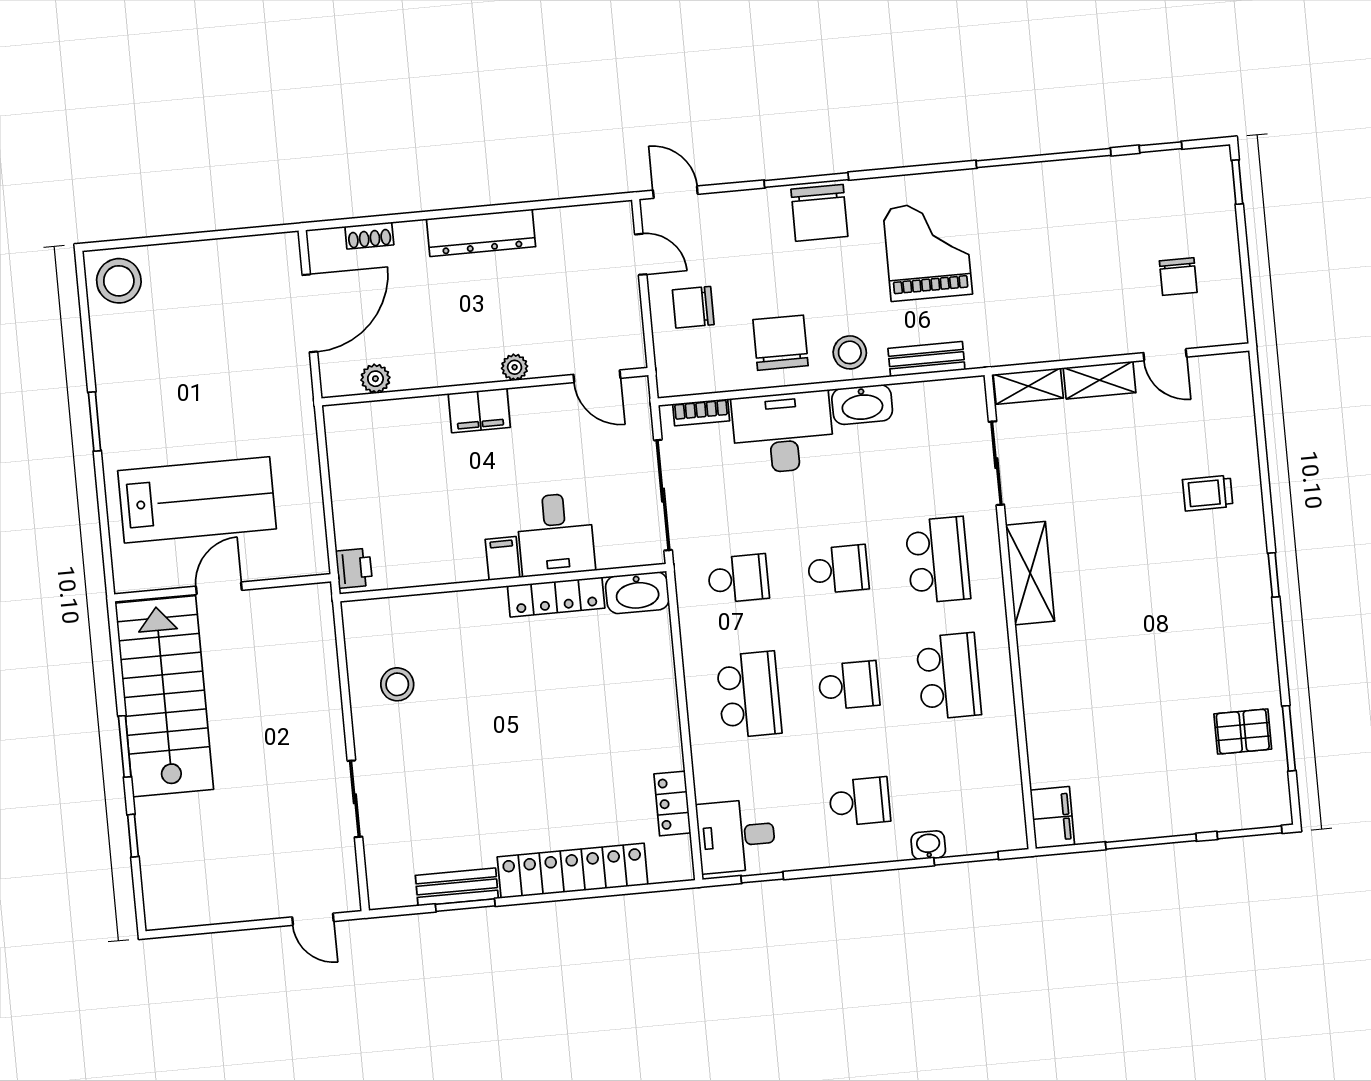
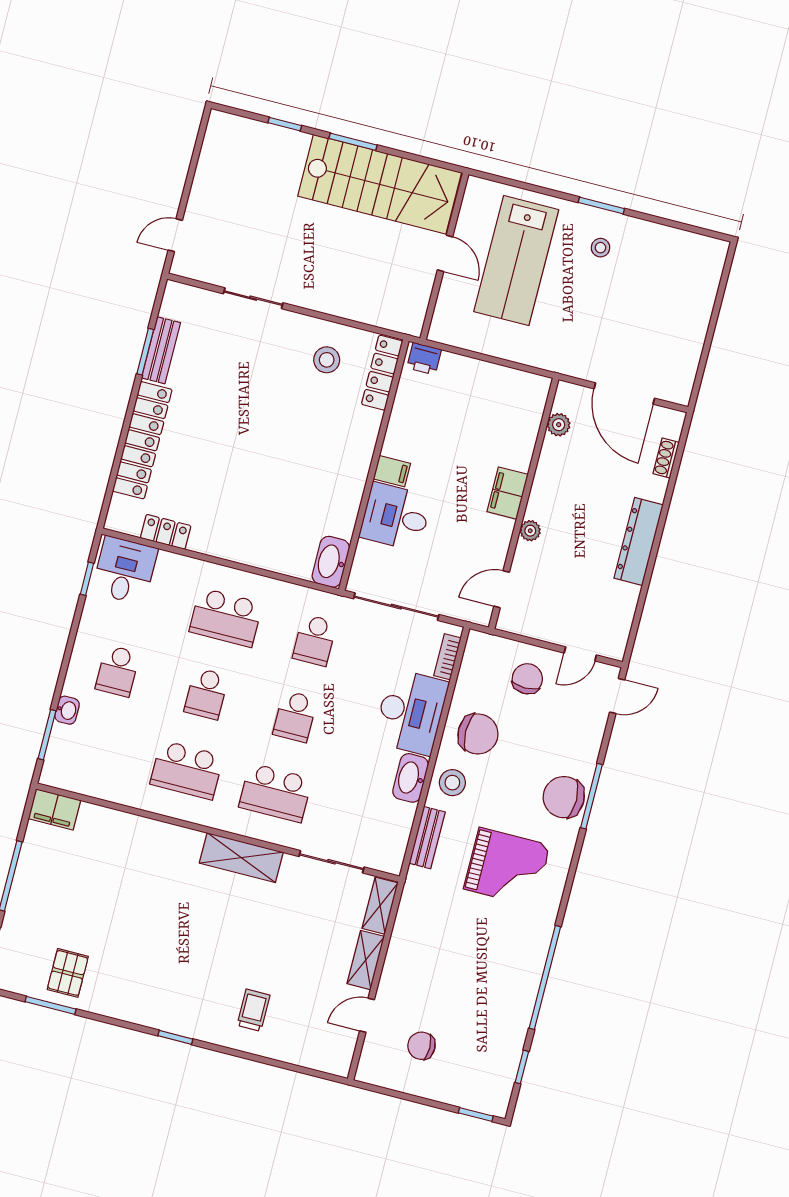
stool: (119, 281) -> (600, 248), moved, width x0.53, depth x0.53
locker: (556, 597) -> (382, 373), moved

